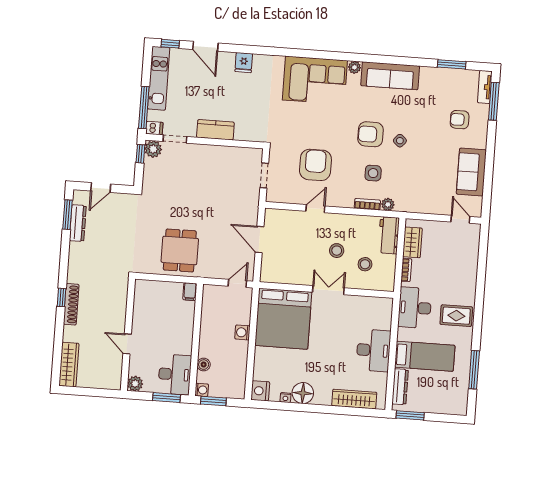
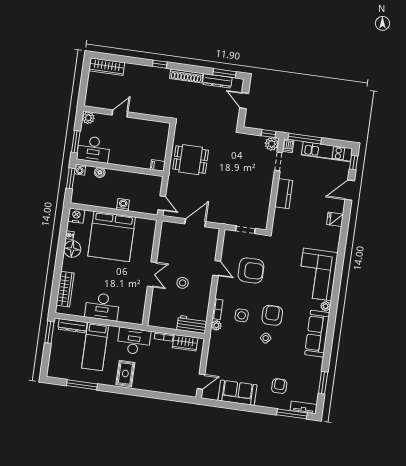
stool: (365, 264) -> (170, 304), removed
shoe rack: (71, 304) -> (186, 76), moved
bed: (283, 319) -> (112, 236), moved, turned -90

